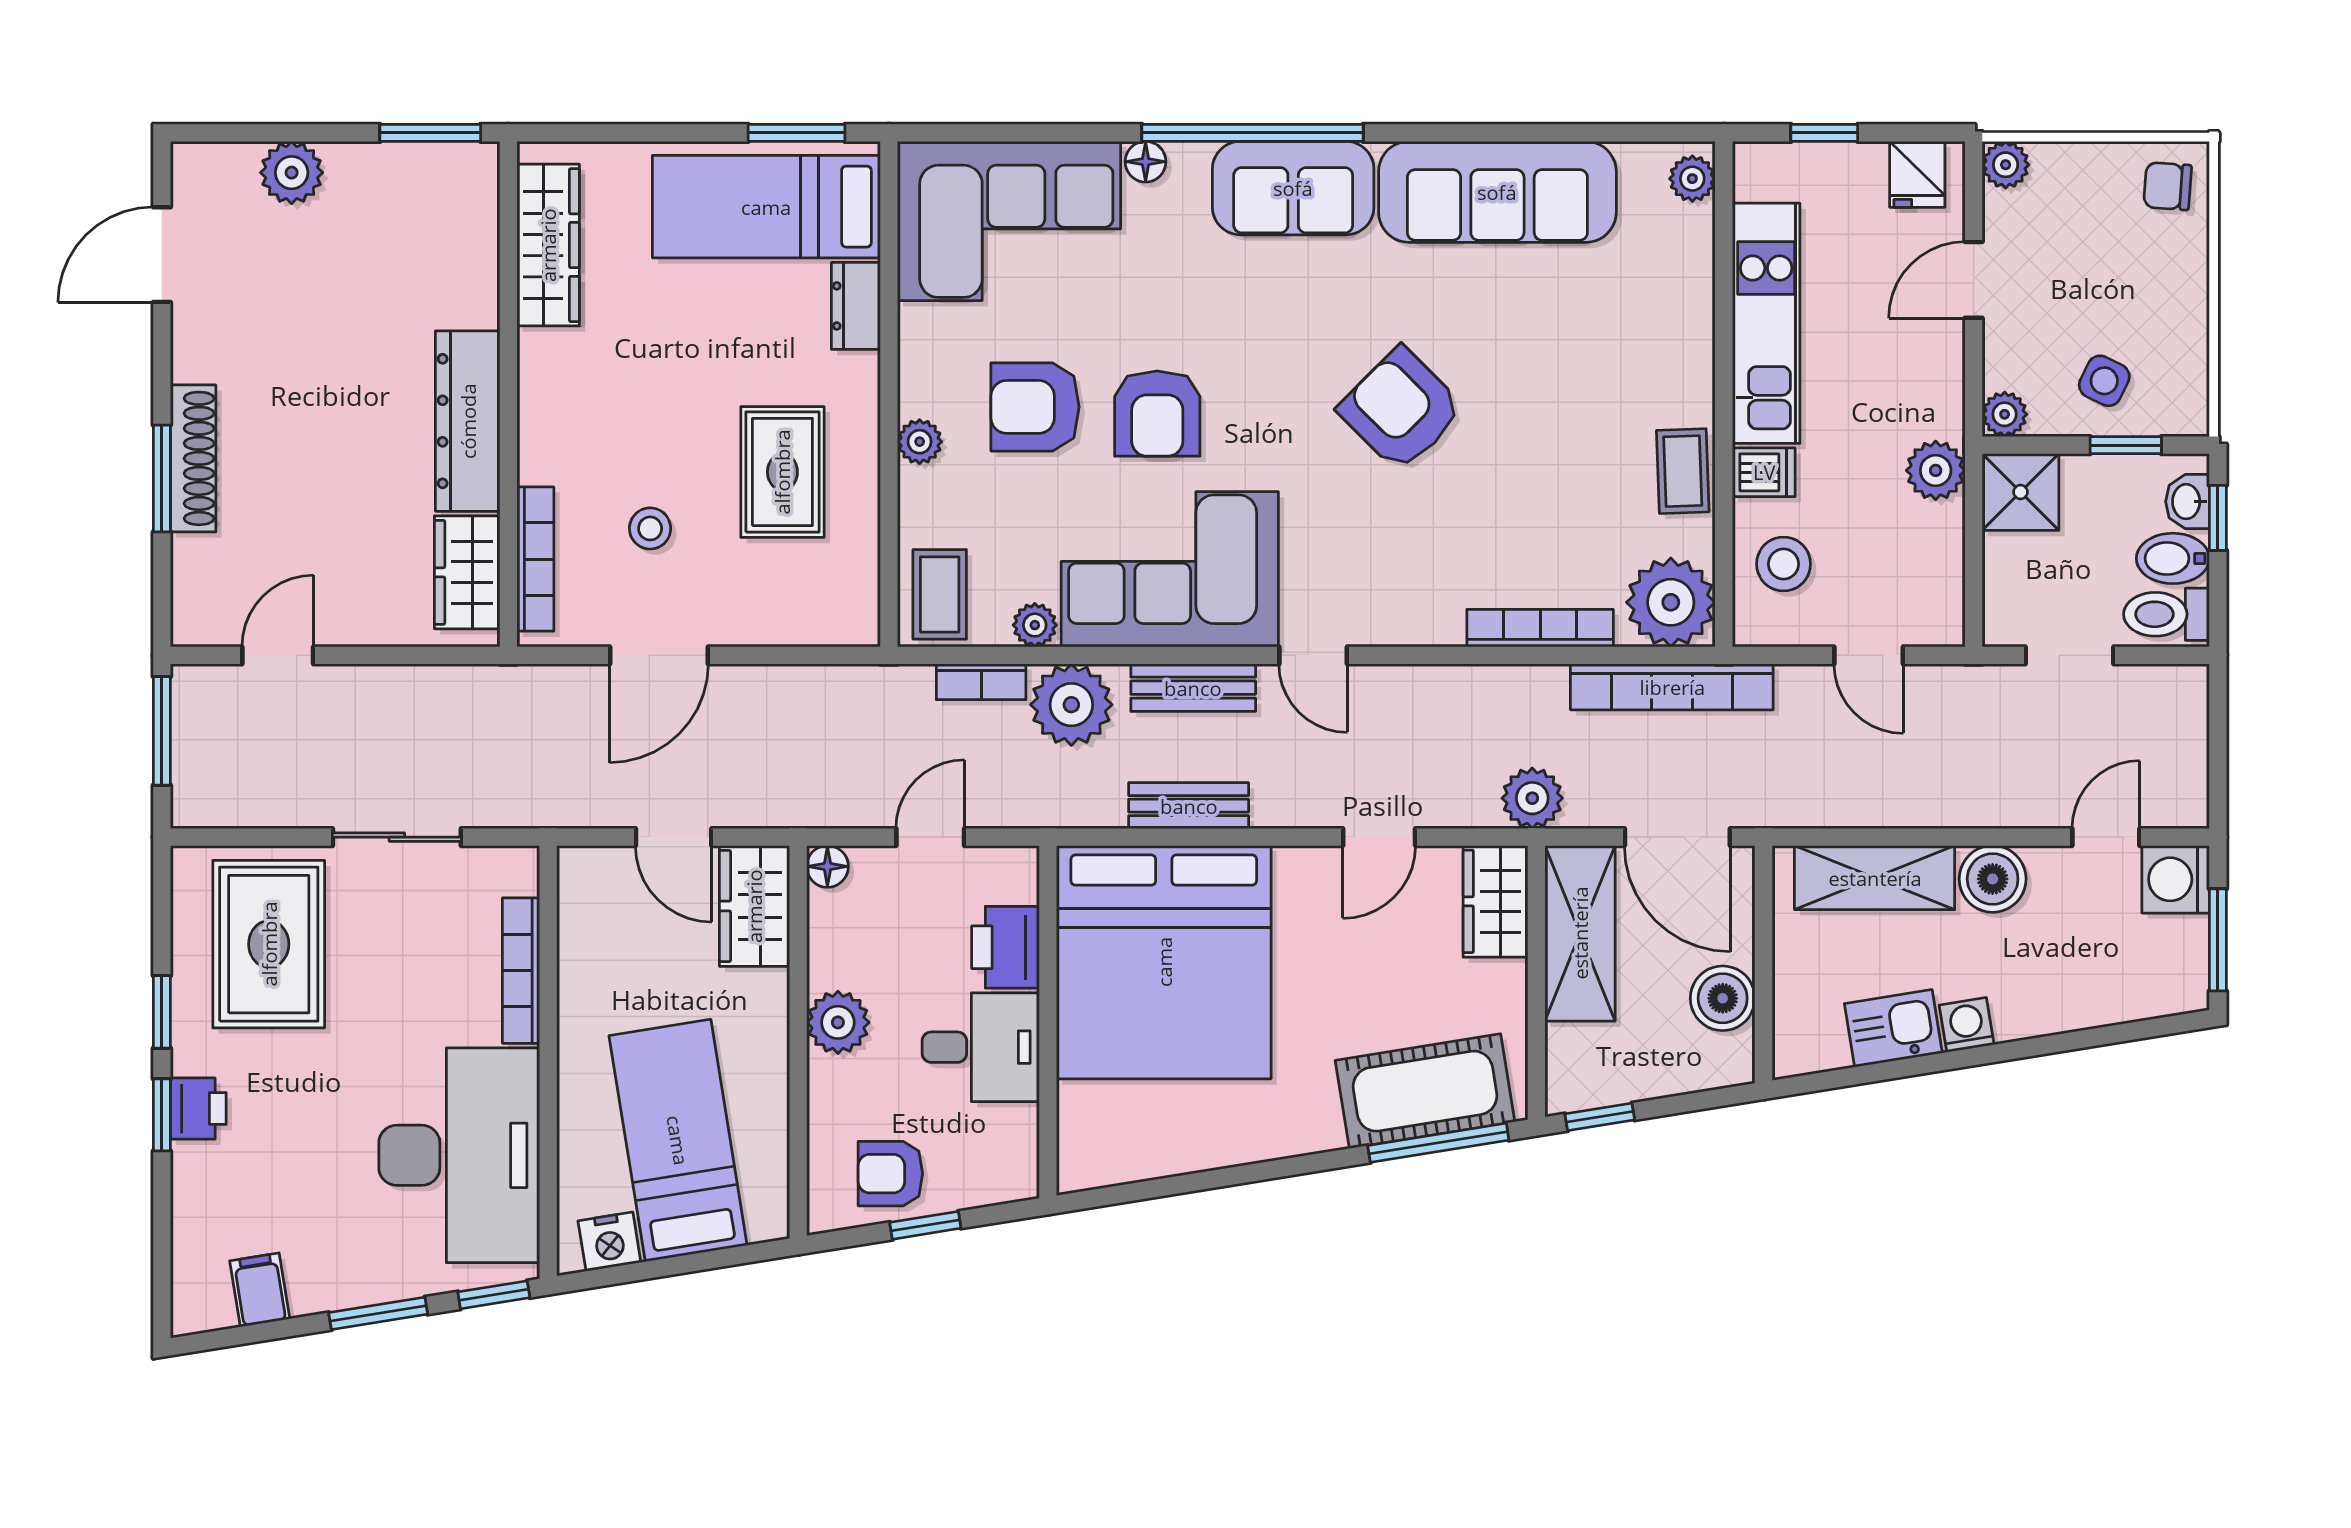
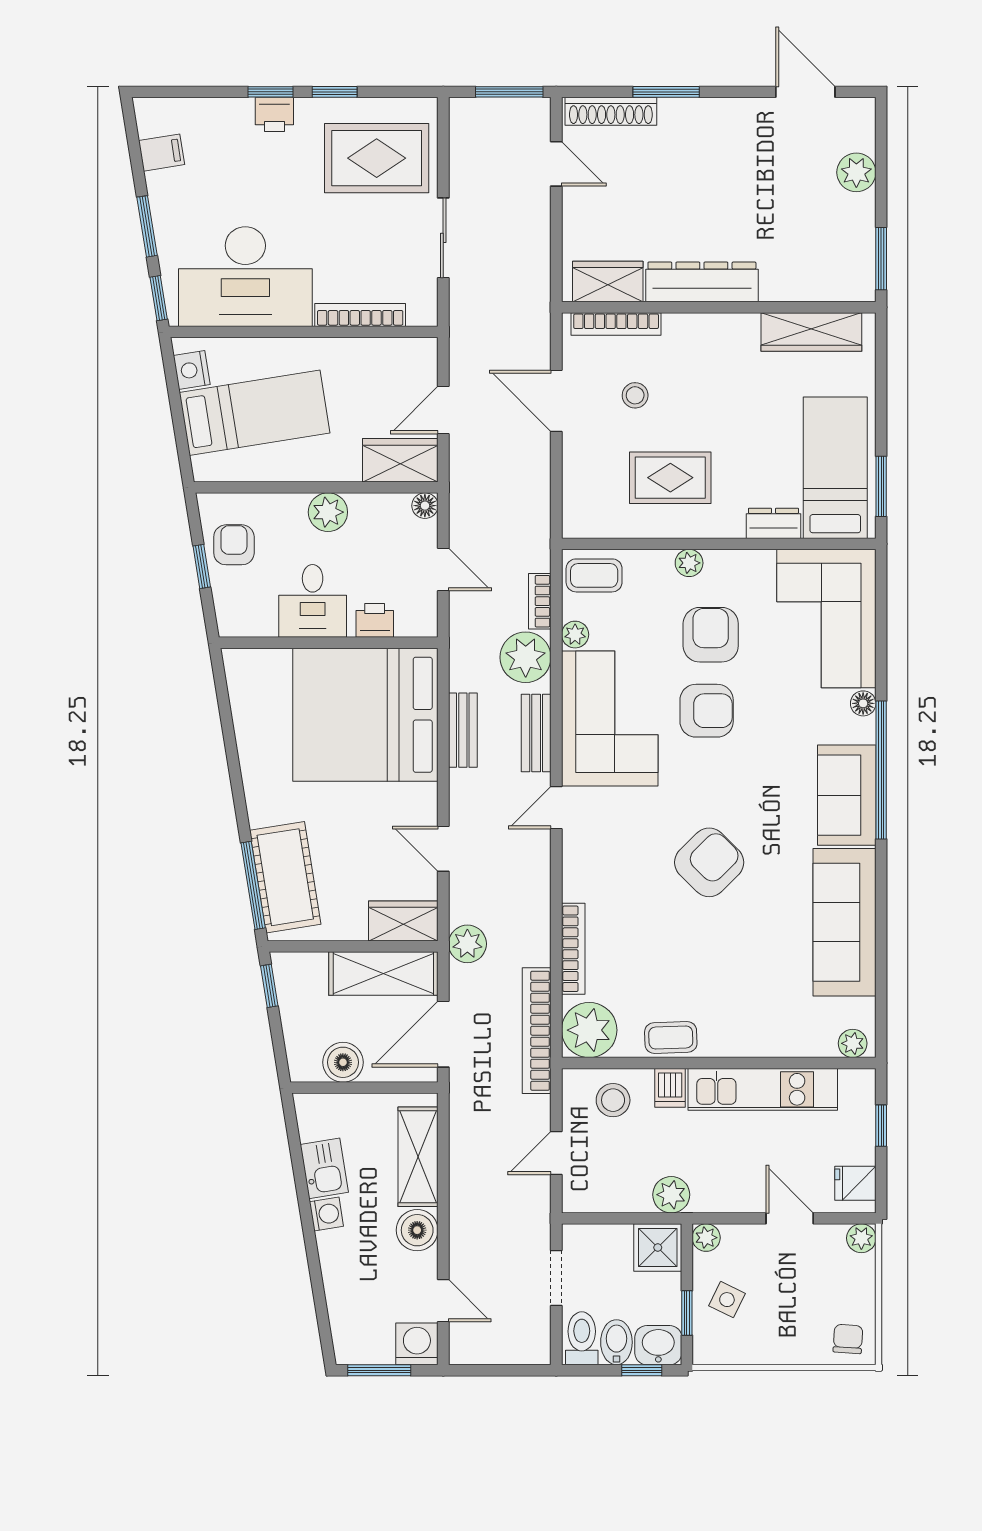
armchair: (1157, 414) -> (707, 711), turned 180
shoe rack: (193, 458) -> (611, 111), moved
washbasin: (2187, 502) -> (658, 1345), width x1.38, depth x1.45
printer: (1006, 947) -> (375, 620), width x0.73, depth x0.81

